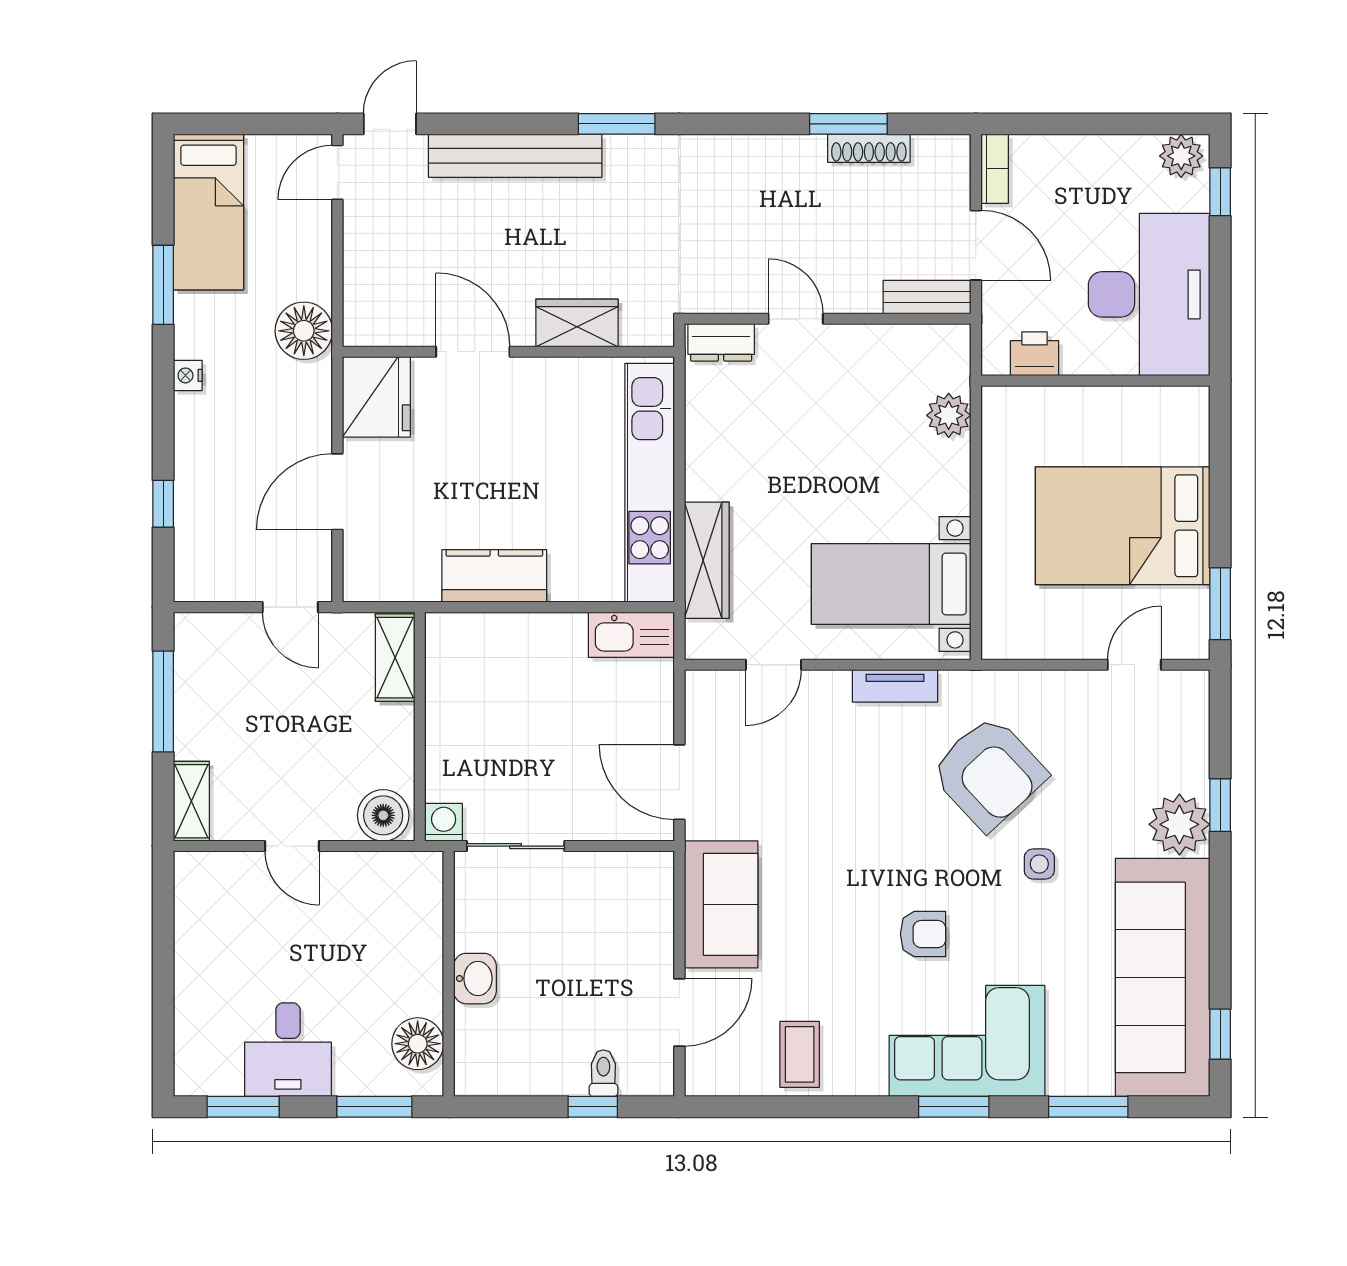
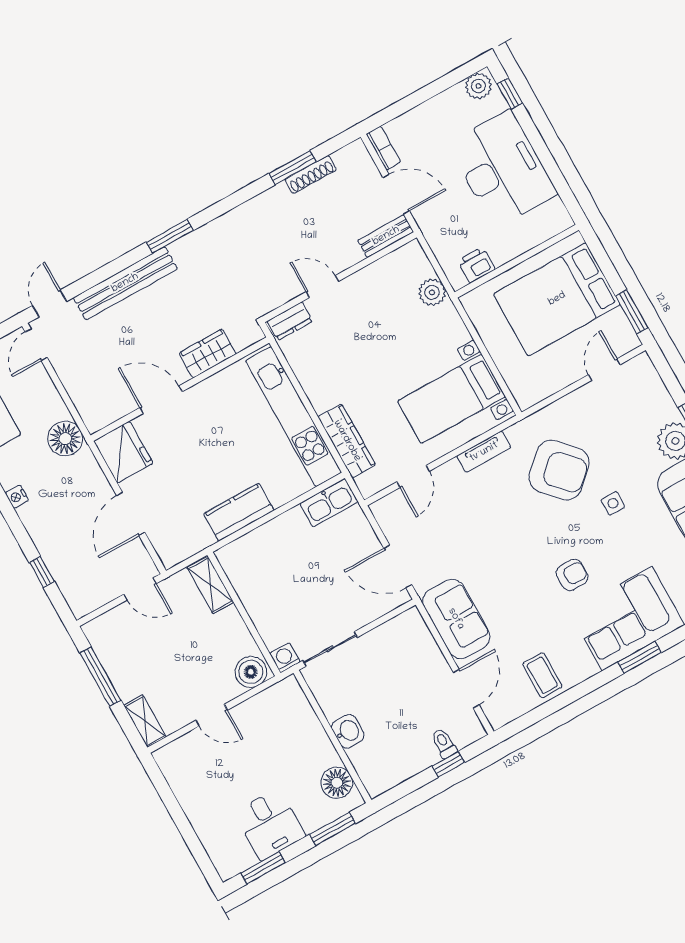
printer: (1035, 354) -> (476, 265), moved
wall: (1095, 381) -> (517, 261), moved

